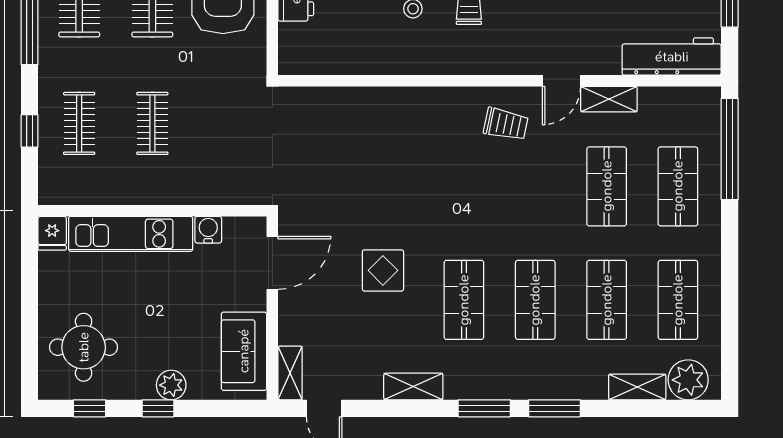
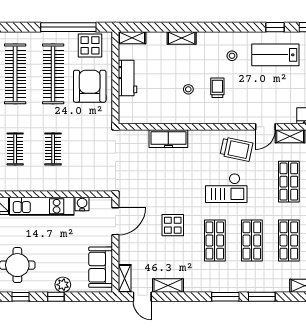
freezer: (375, 104) -> (168, 139), added
trolley: (506, 124) -> (236, 149), width x1.36, depth x1.39
checkout: (486, 199) -> (226, 188), added
shelving: (413, 387) -> (168, 285), moved

